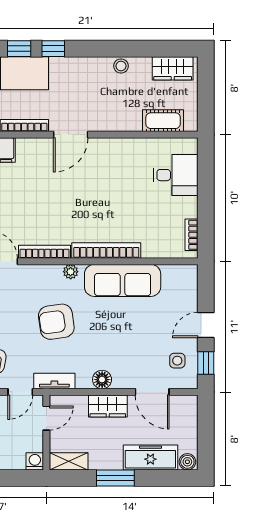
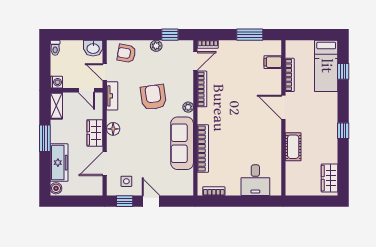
window: (53, 49) -> (343, 131), moved
stool: (121, 66) -> (331, 142), removed
cot: (163, 121) -> (293, 147), moved
bookcase: (106, 251) -> (203, 148), moved

